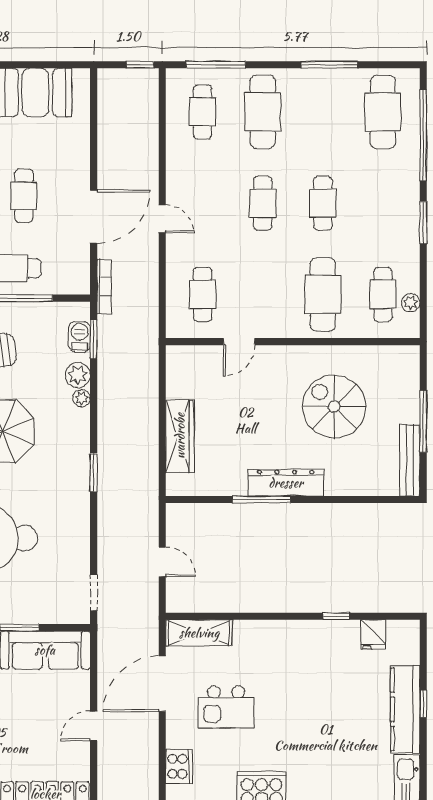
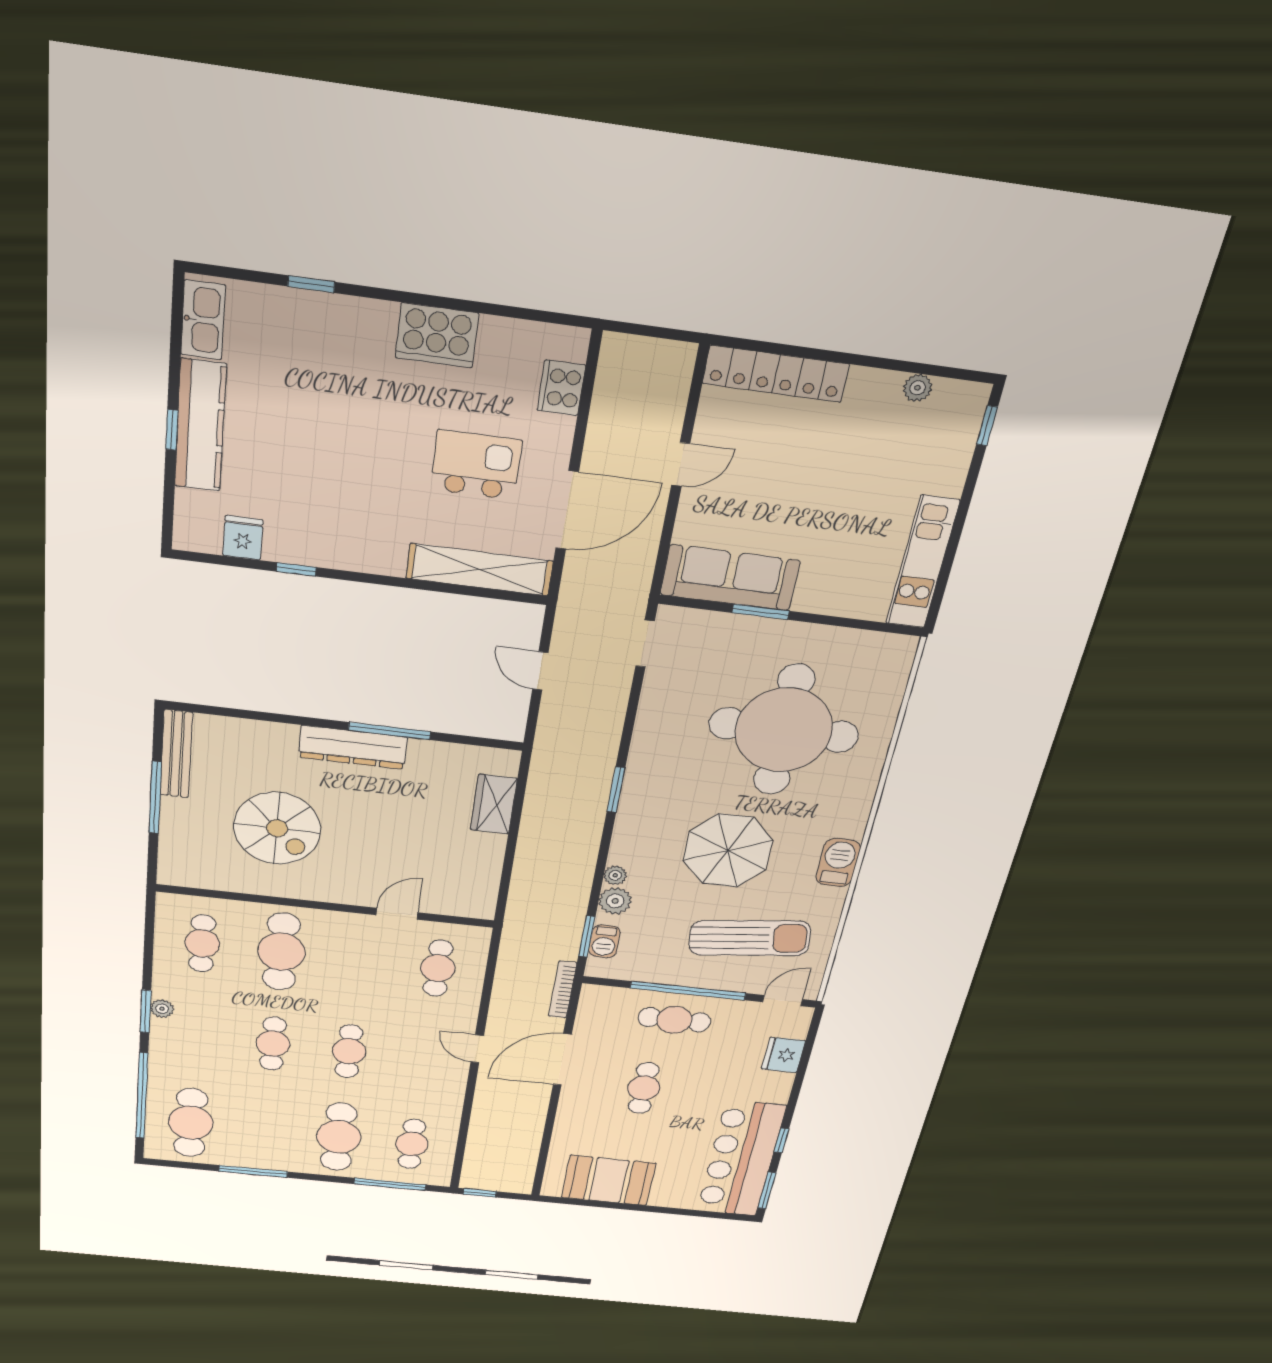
plant: (411, 303) -> (162, 1009), moved
wardrobe: (180, 436) -> (494, 804), width x0.67
shelving: (199, 633) -> (480, 570), width x1.47

